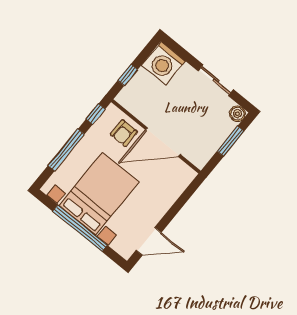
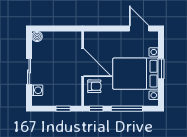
washing machine: (164, 63) -> (37, 90), width x0.53, depth x0.53
sliding door: (216, 80) -> (29, 72), moved
window: (231, 141) -> (54, 28), removed
window: (80, 228) -> (161, 69), width x0.47

